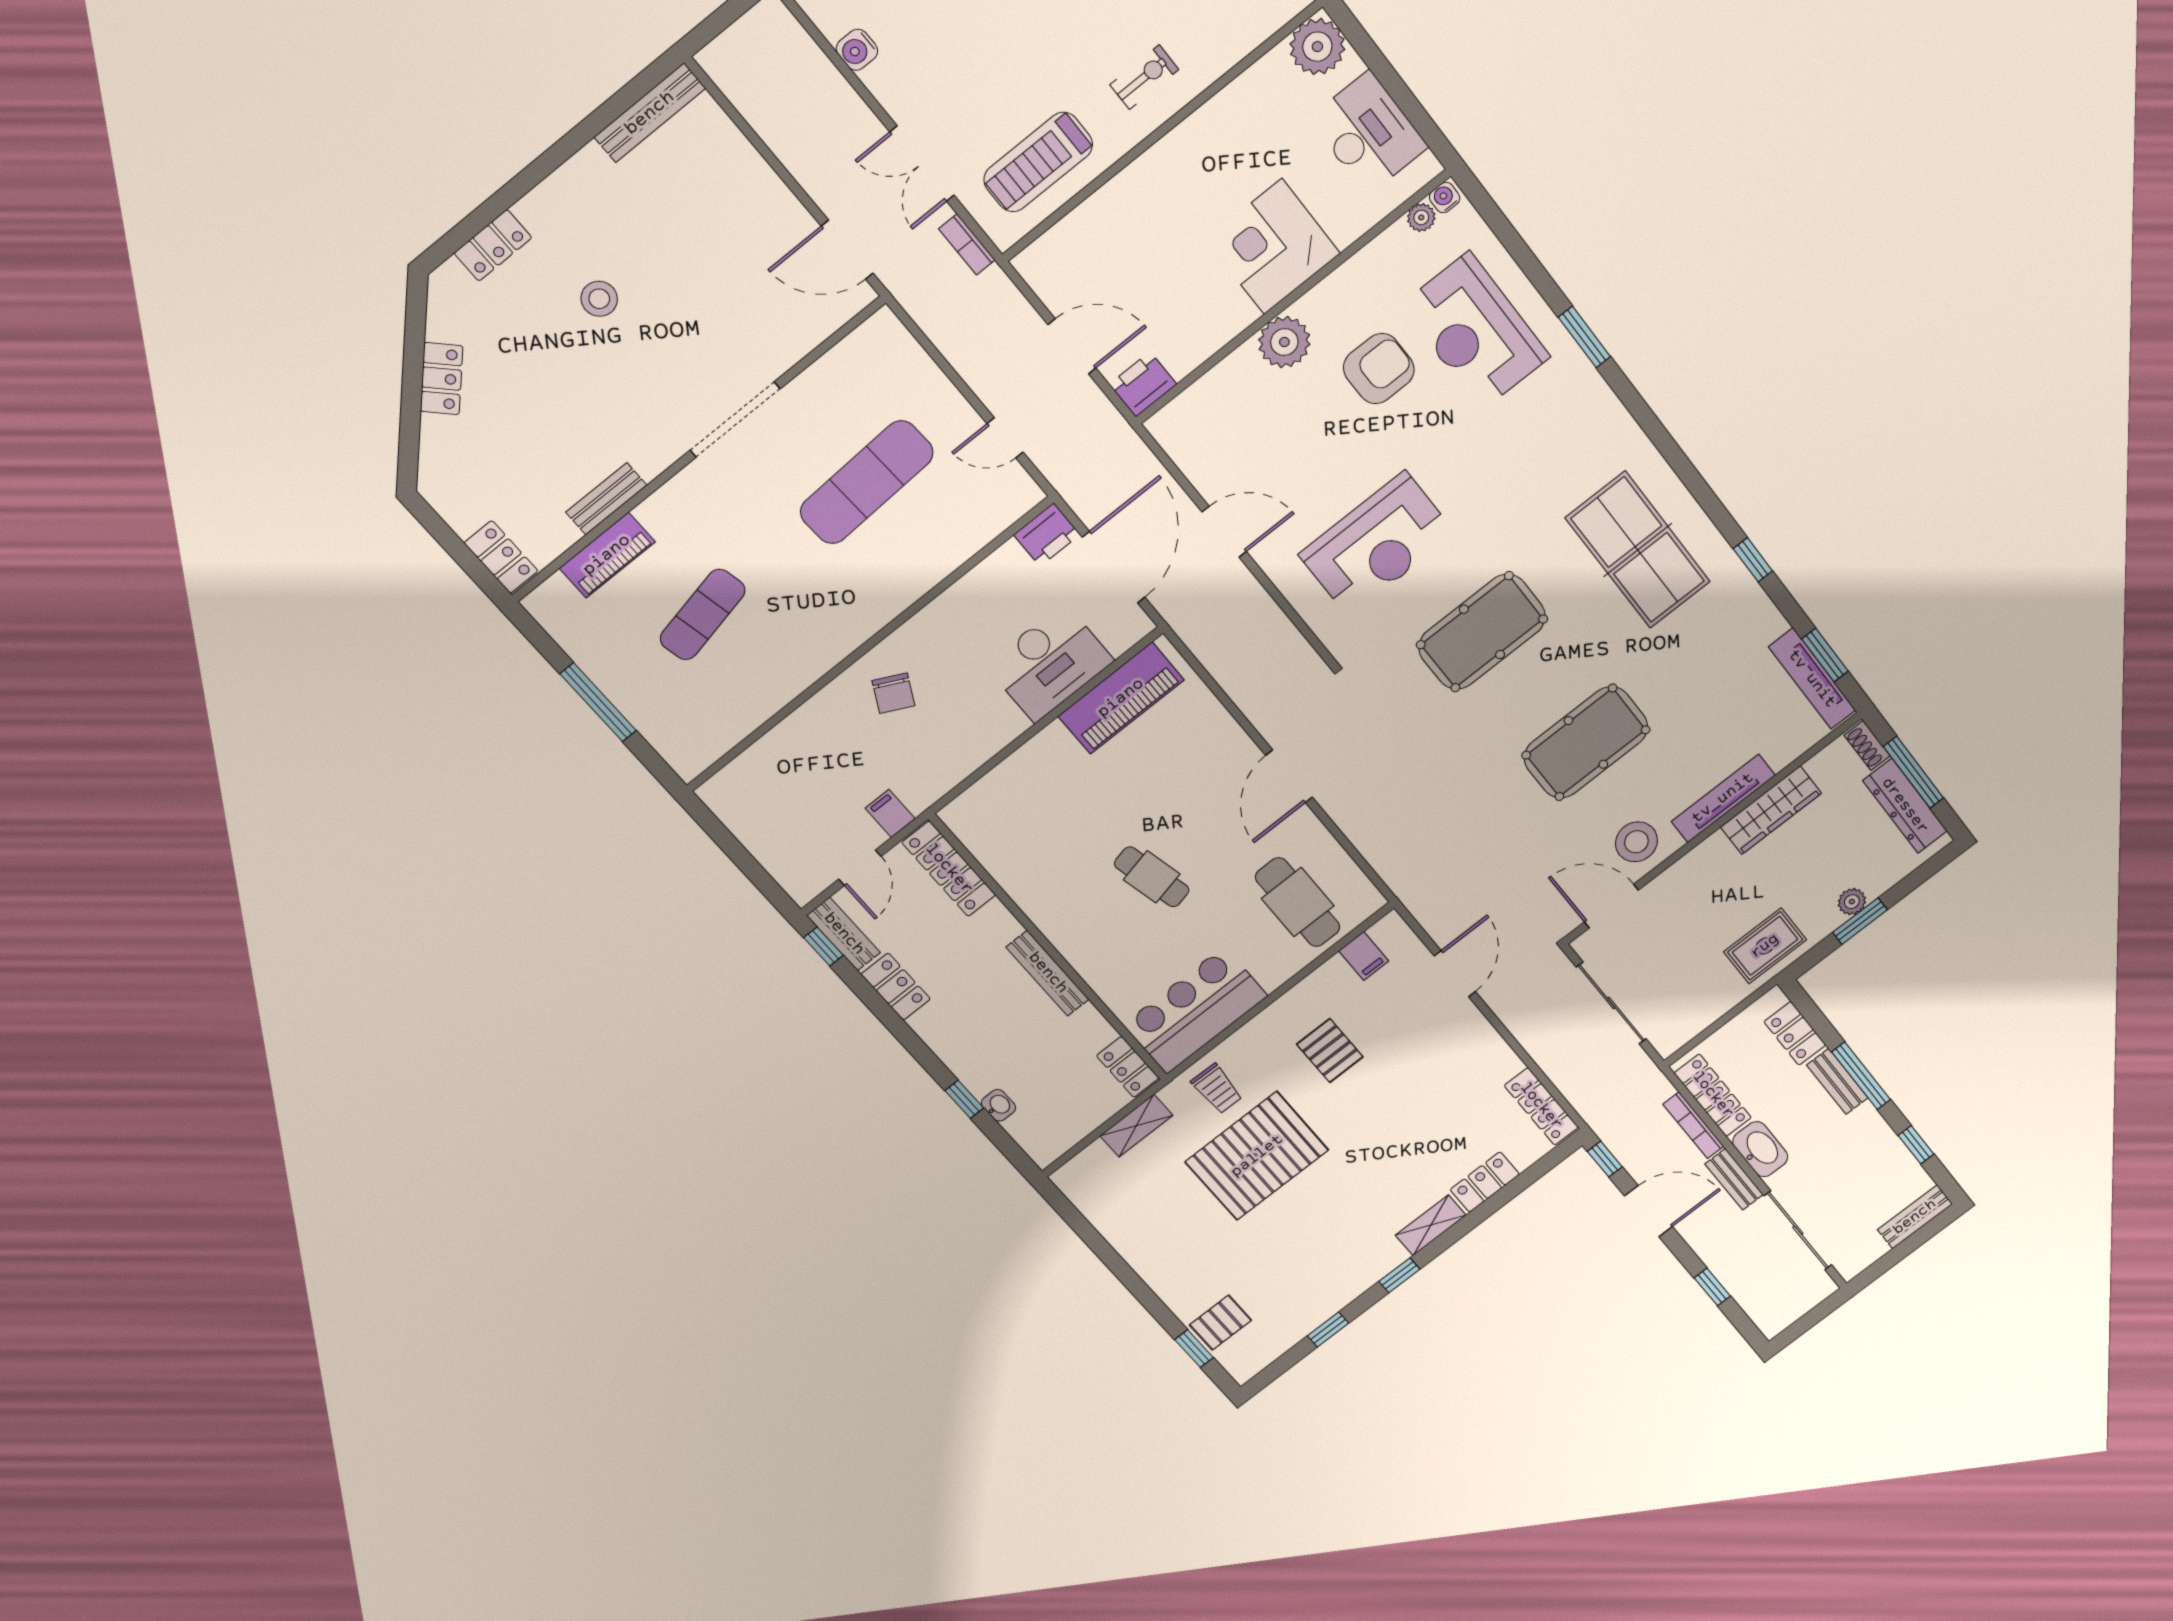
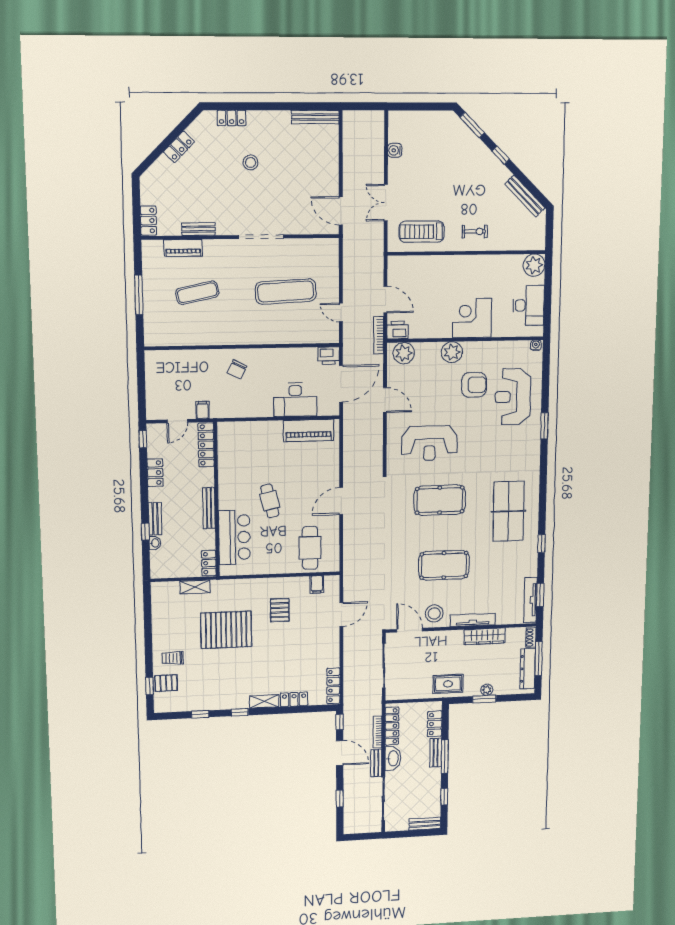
plant: (1421, 217) -> (404, 353), moved, width x1.88, depth x1.88
bookcase: (967, 244) -> (379, 335), moved, width x1.56
bench: (844, 934) -> (155, 519), moved
bar counter: (1195, 1010) -> (234, 537), moved, turned 90
trolley: (1217, 1089) -> (173, 658), moved, turned 89

